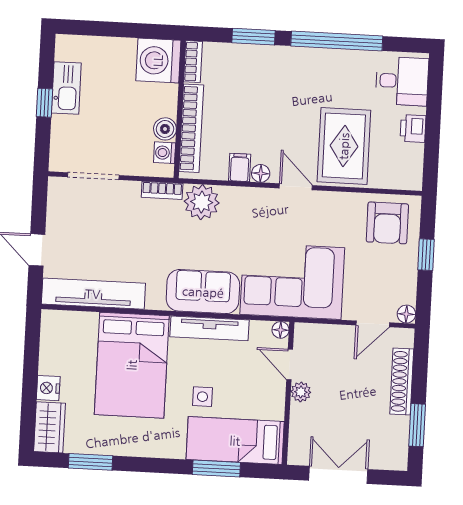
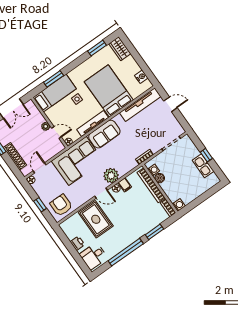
washing machine: (158, 61) -> (179, 205), width x0.53, depth x0.53
plant: (202, 202) -> (111, 176), moved
nightstand: (48, 388) -> (141, 77), moved

